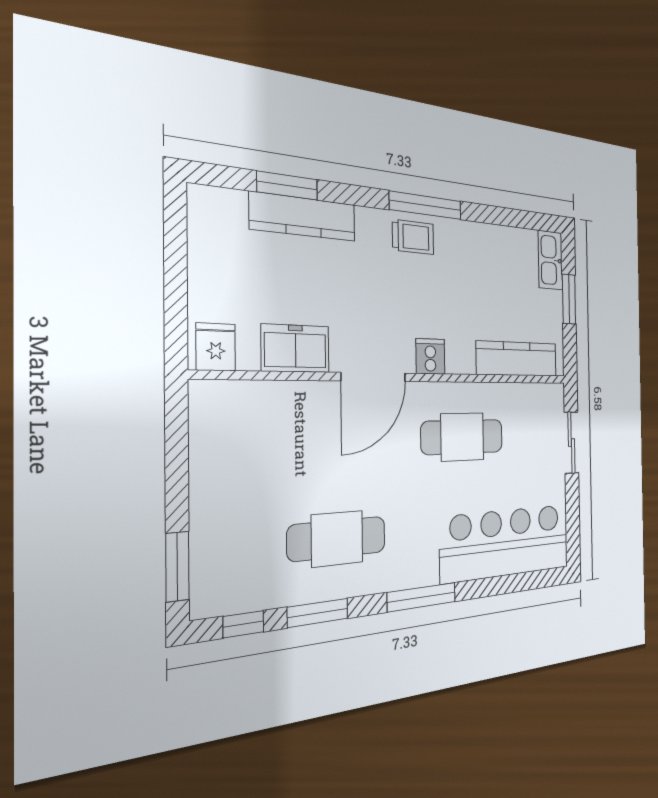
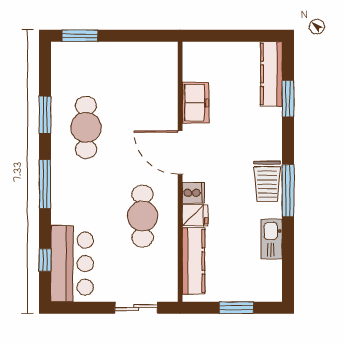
kitchen counter: (303, 217) -> (271, 74), moved
trolley: (413, 237) -> (267, 181), width x1.36, depth x1.39
kitchen sink: (550, 260) -> (272, 239), moved, turned -90
fridge: (216, 347) -> (195, 215), moved
bar counter: (506, 543) -> (72, 264), width x0.73
window: (243, 624) -> (45, 260), moved

